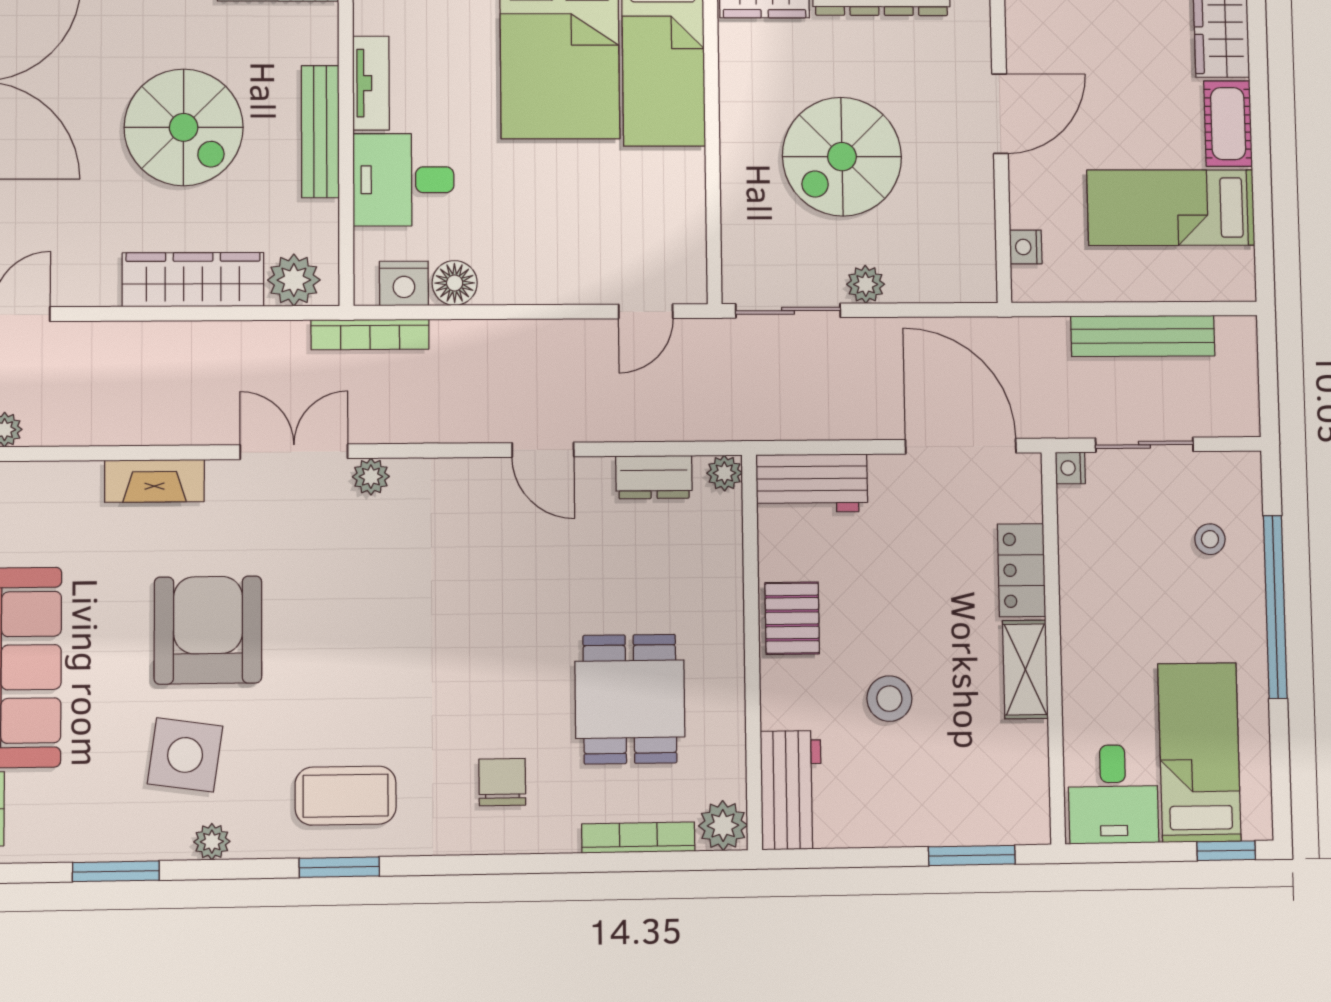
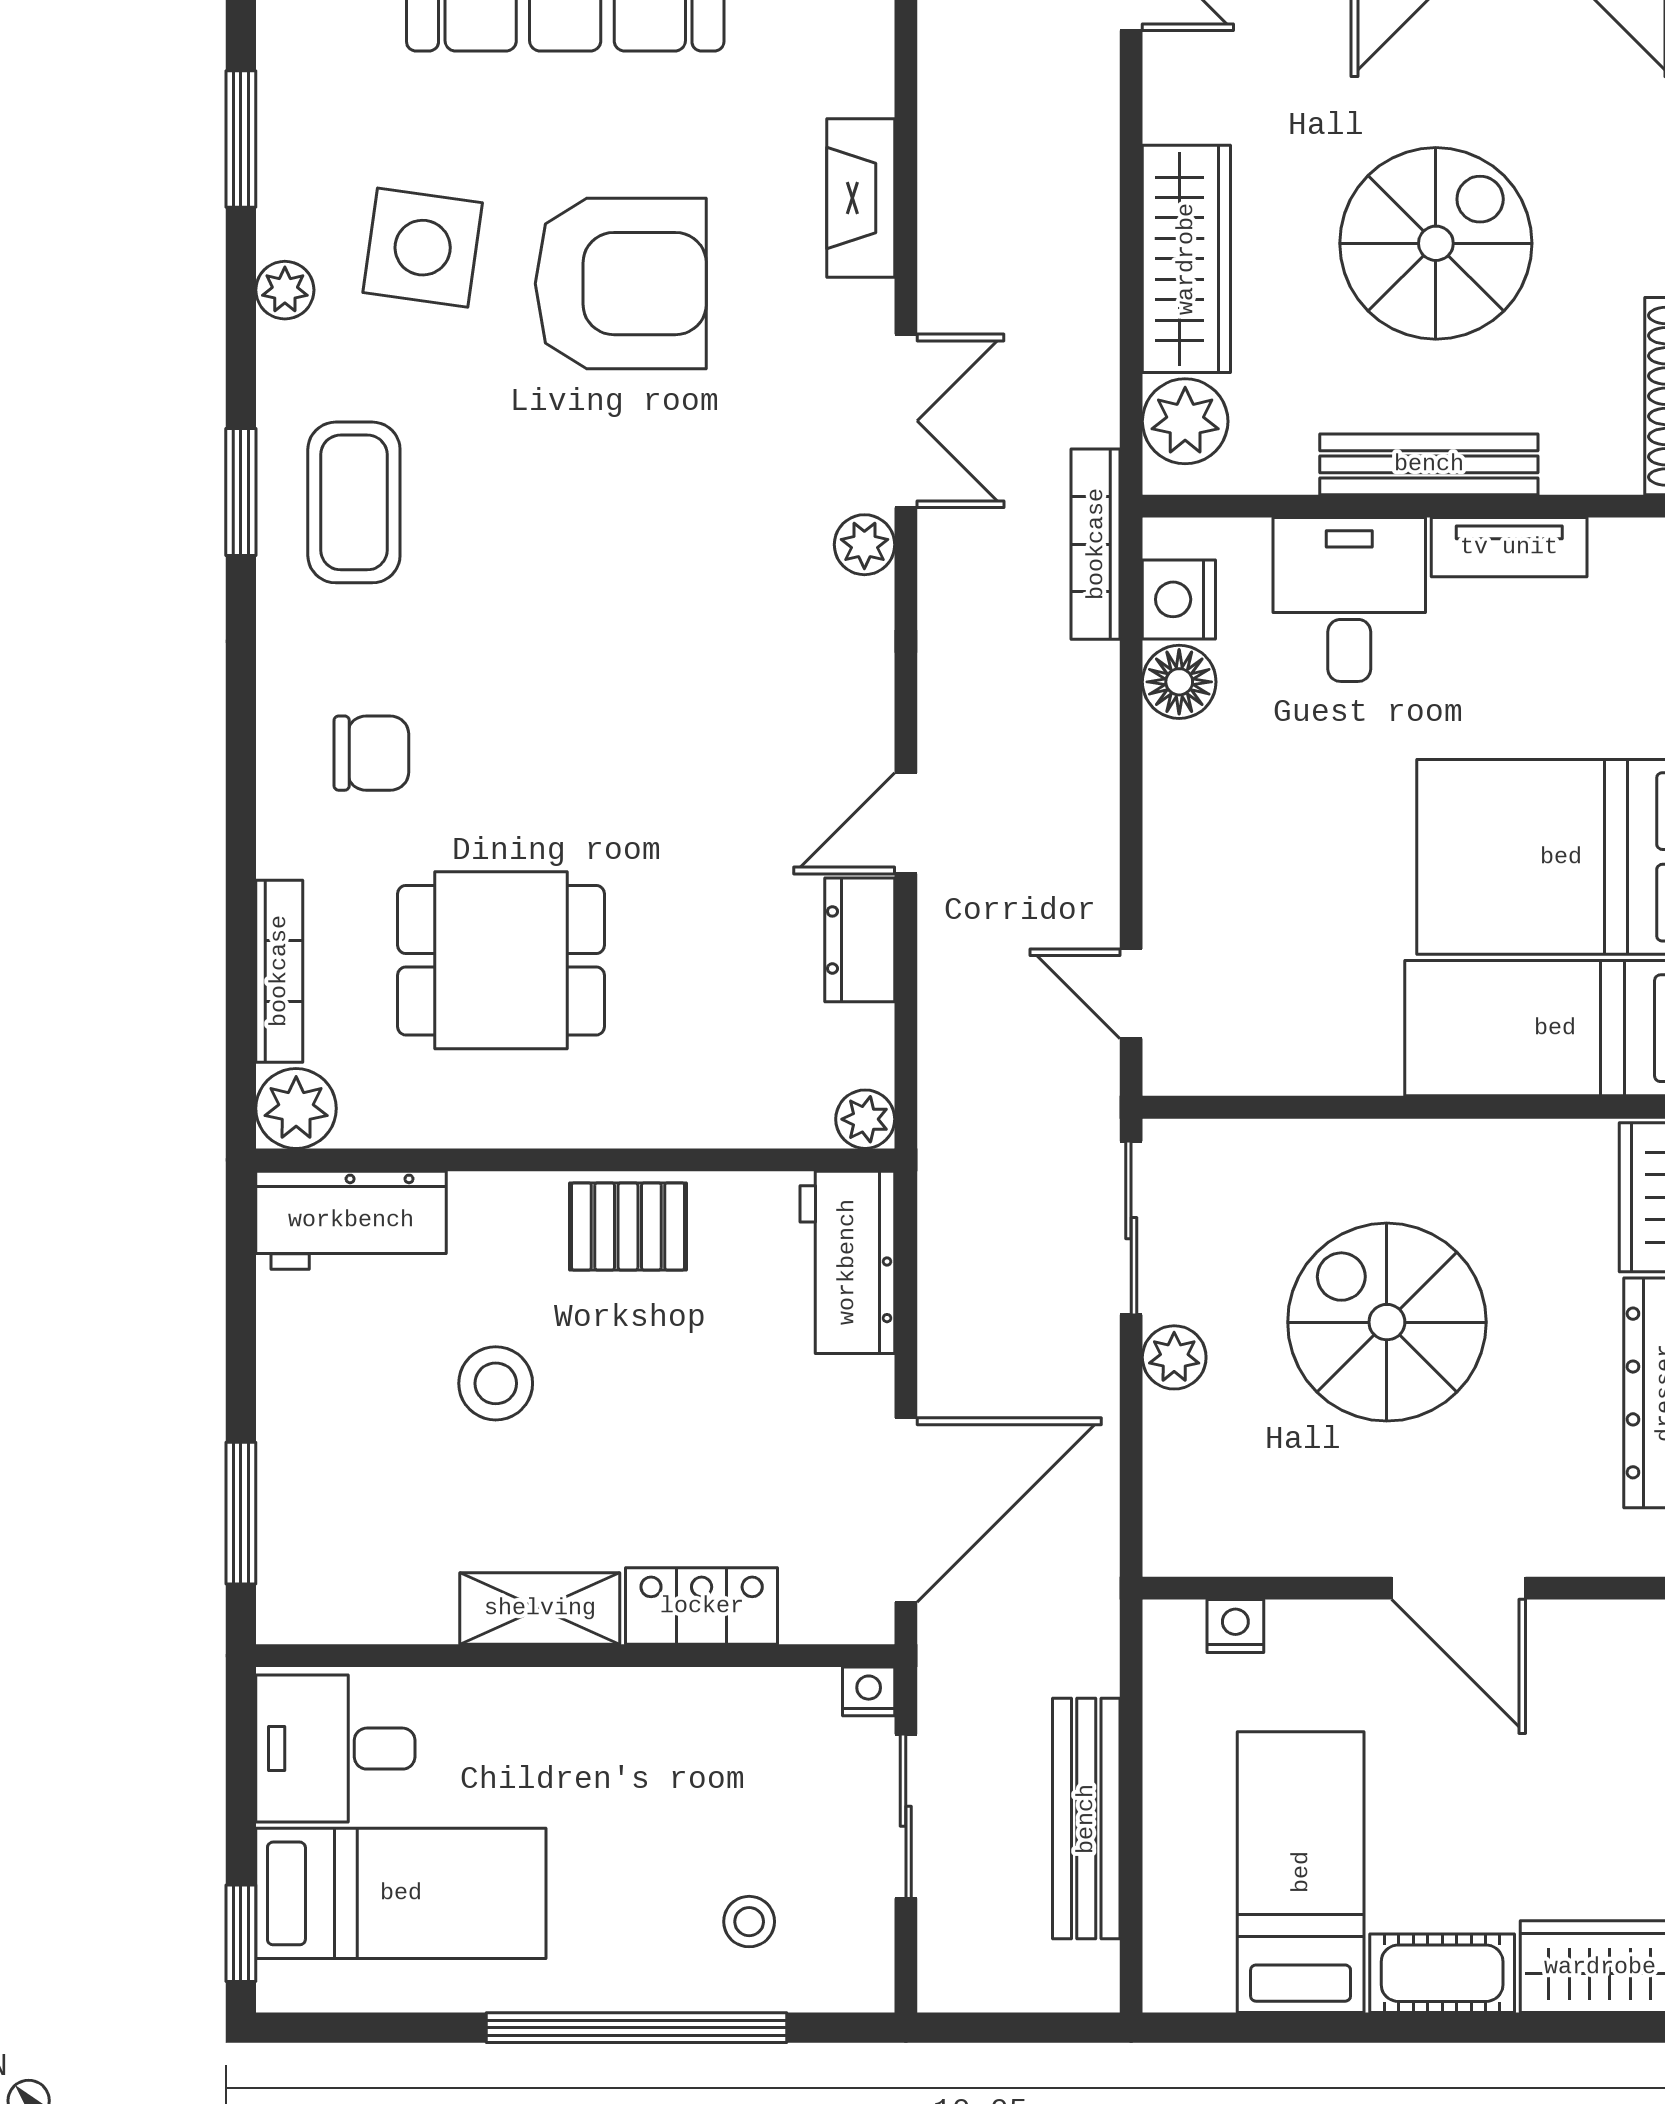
spiral stairs: (184, 127) -> (1436, 243), turned 180
dresser: (654, 477) -> (860, 940), moved

